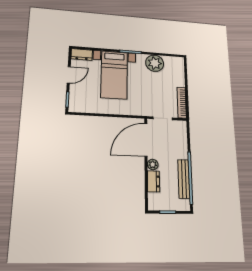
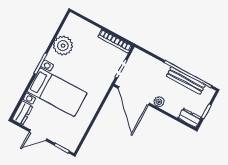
door: (69, 75) -> (38, 135), swing flipped
dresser: (153, 181) -> (190, 118), moved

